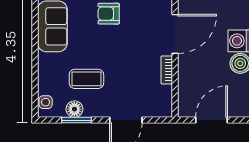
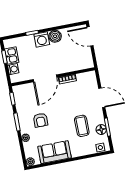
door: (175, 34) -> (45, 78), swing flipped
door: (212, 120) -> (90, 36), moved

